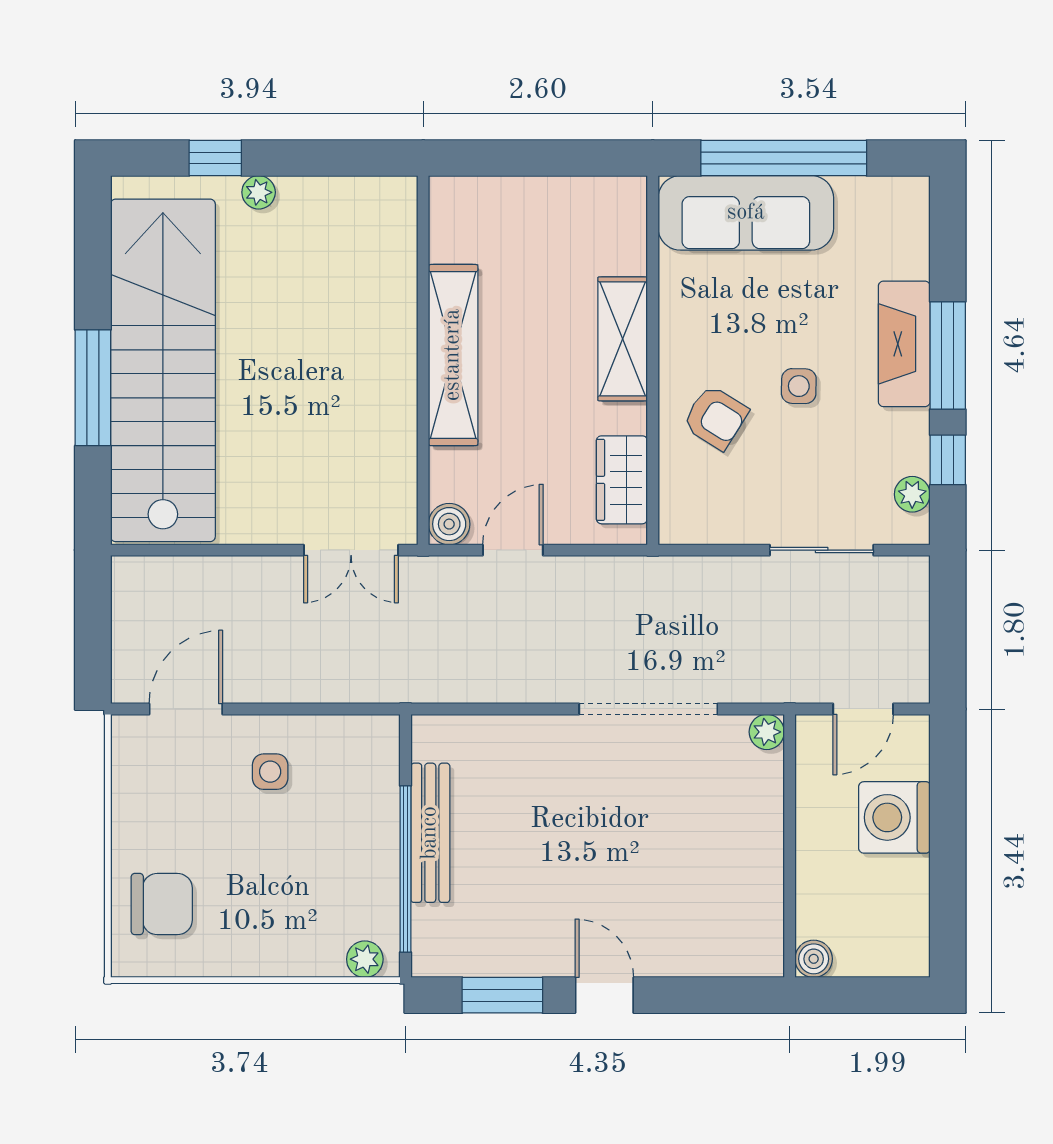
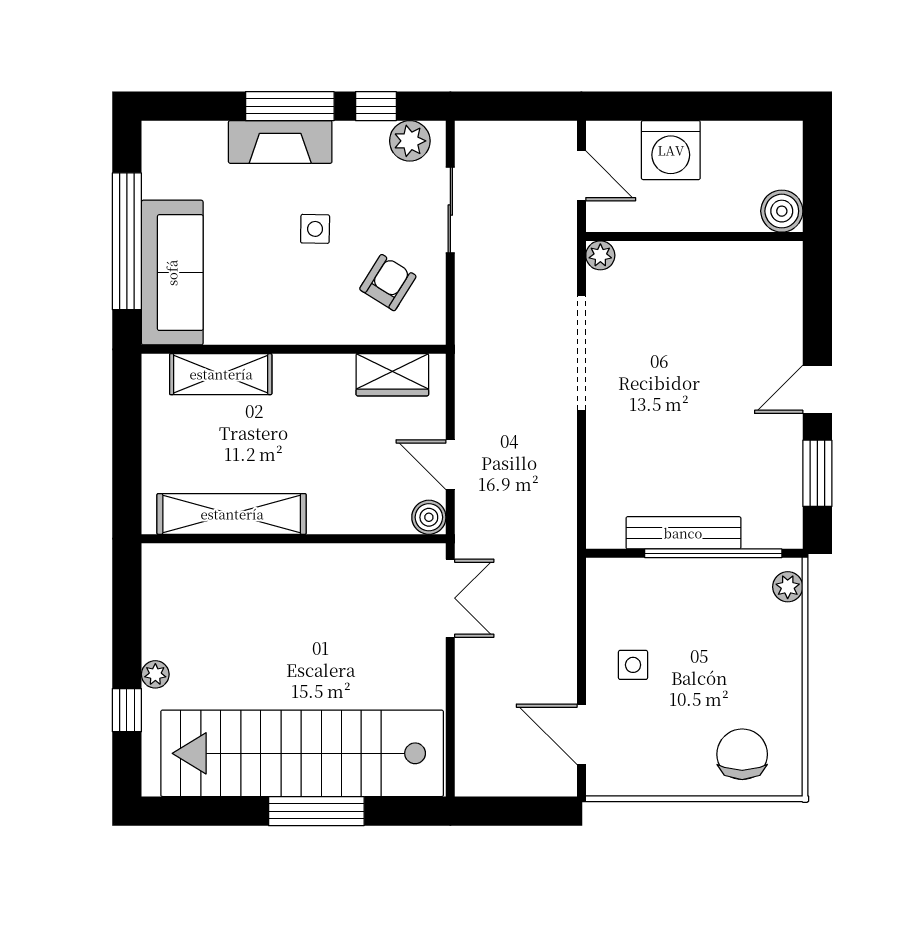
shelving: (623, 339) -> (221, 374), moved
shelving: (453, 355) -> (232, 514), moved
armchair: (715, 417) -> (388, 283), moved
plant: (912, 494) -> (410, 141), width x1.38, depth x1.38
boiler: (814, 959) -> (782, 211), width x1.36, depth x1.36

